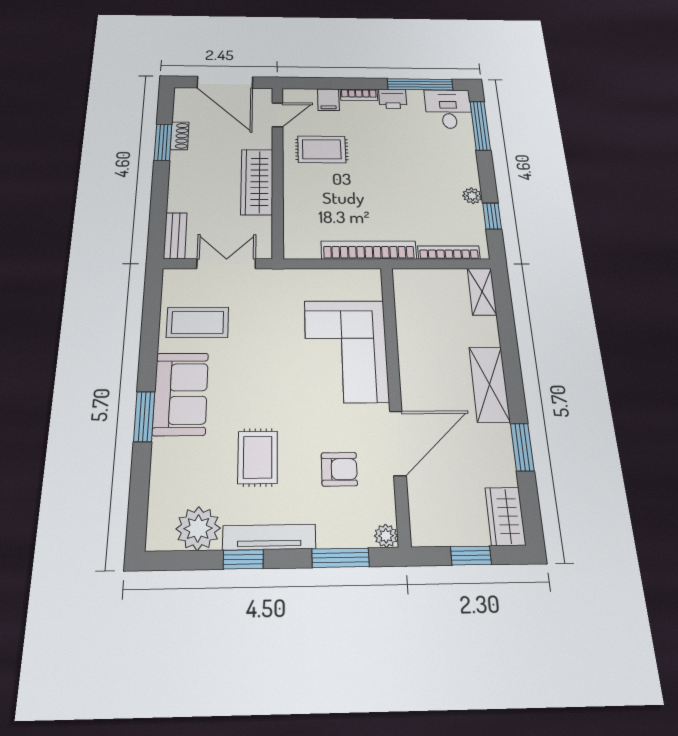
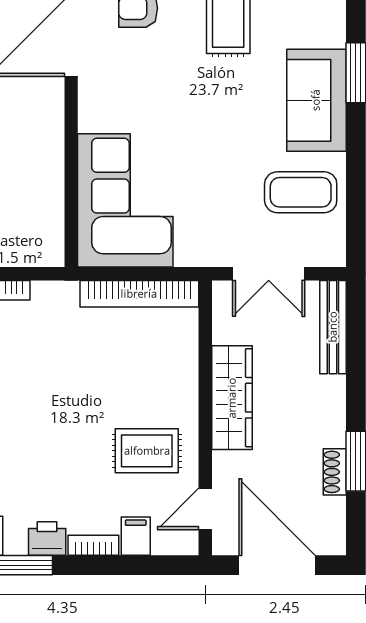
bench: (175, 236) -> (333, 327), width x1.36
bookcase: (369, 250) -> (139, 294), moved
corner sofa: (346, 351) -> (125, 200), moved

